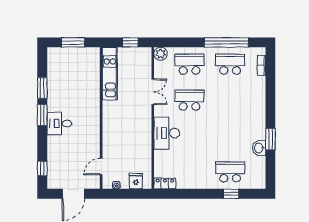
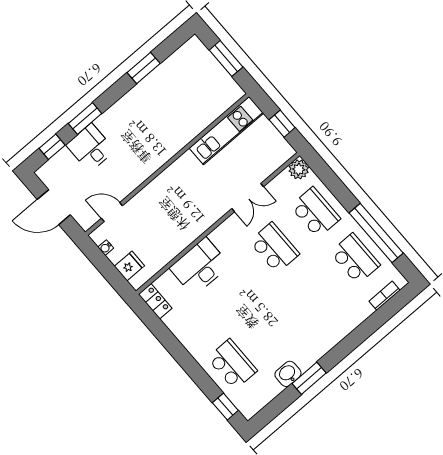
window: (42, 115) -> (85, 118), moved
desk: (59, 123) -> (91, 148), moved
desk: (167, 133) -> (200, 267), moved
window: (231, 194) -> (225, 407), moved

